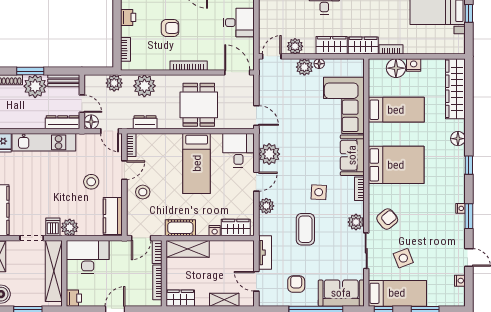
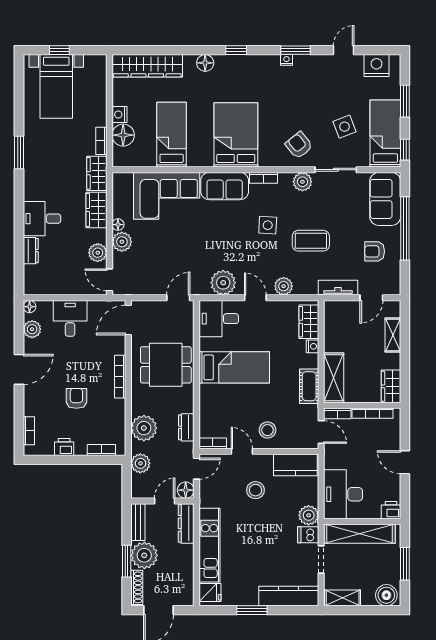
nightstand: (460, 281) -> (377, 66), width x1.89, depth x1.79

